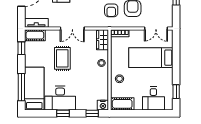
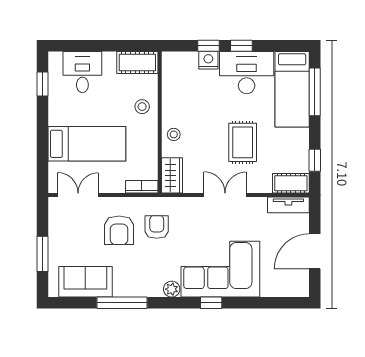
nightstand: (103, 105) -> (208, 60), moved
window: (92, 113) -> (209, 46), moved

